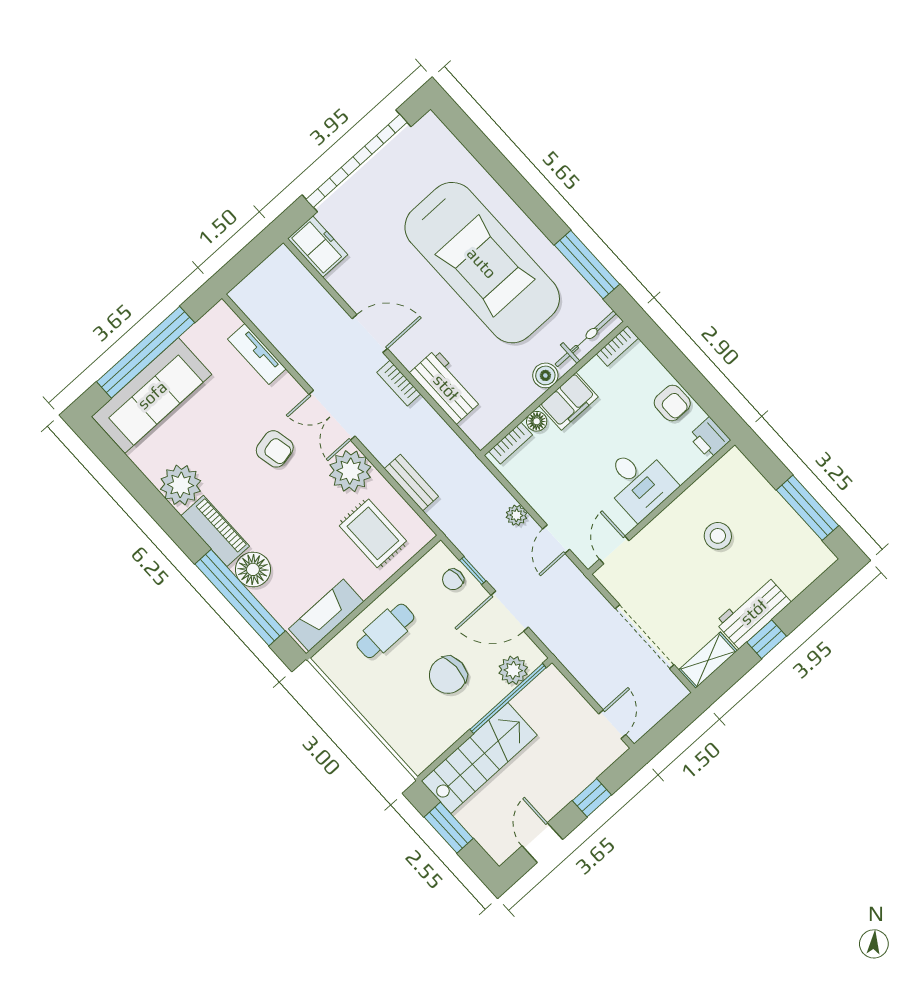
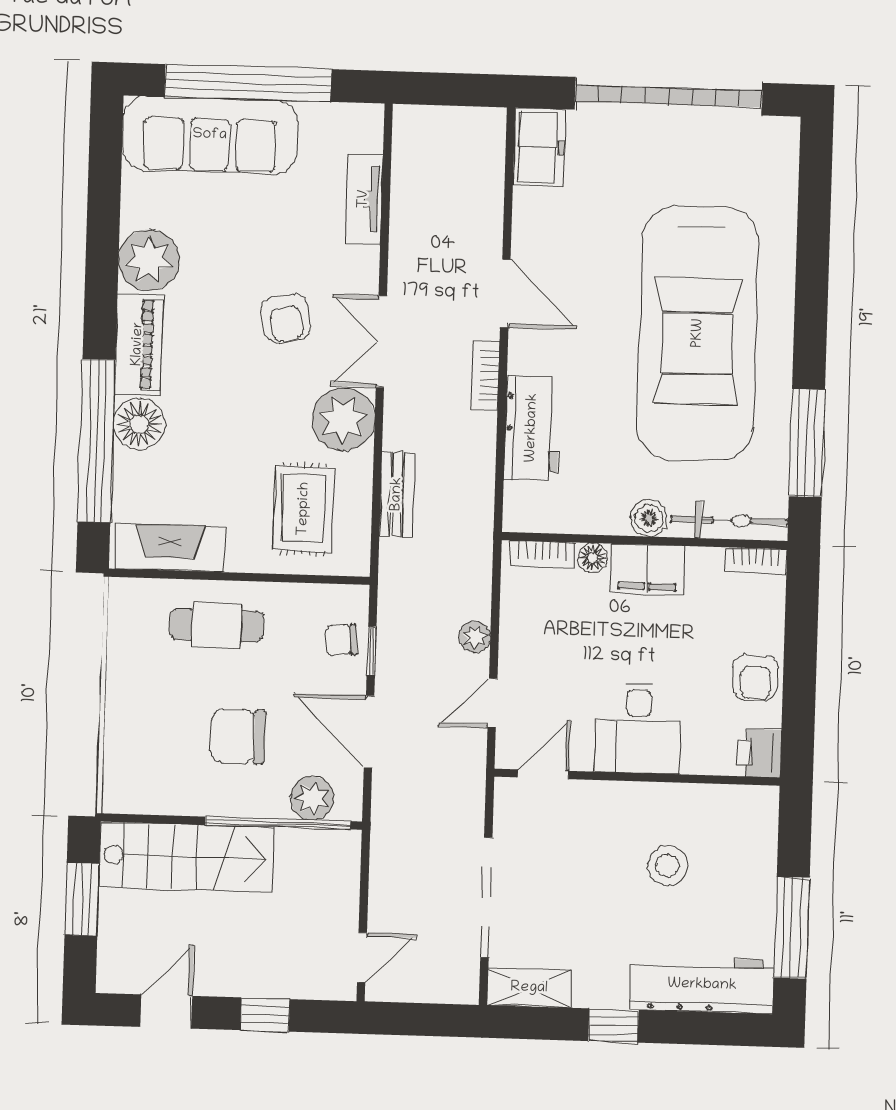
workbench: (753, 612) -> (702, 985), moved, width x1.37

